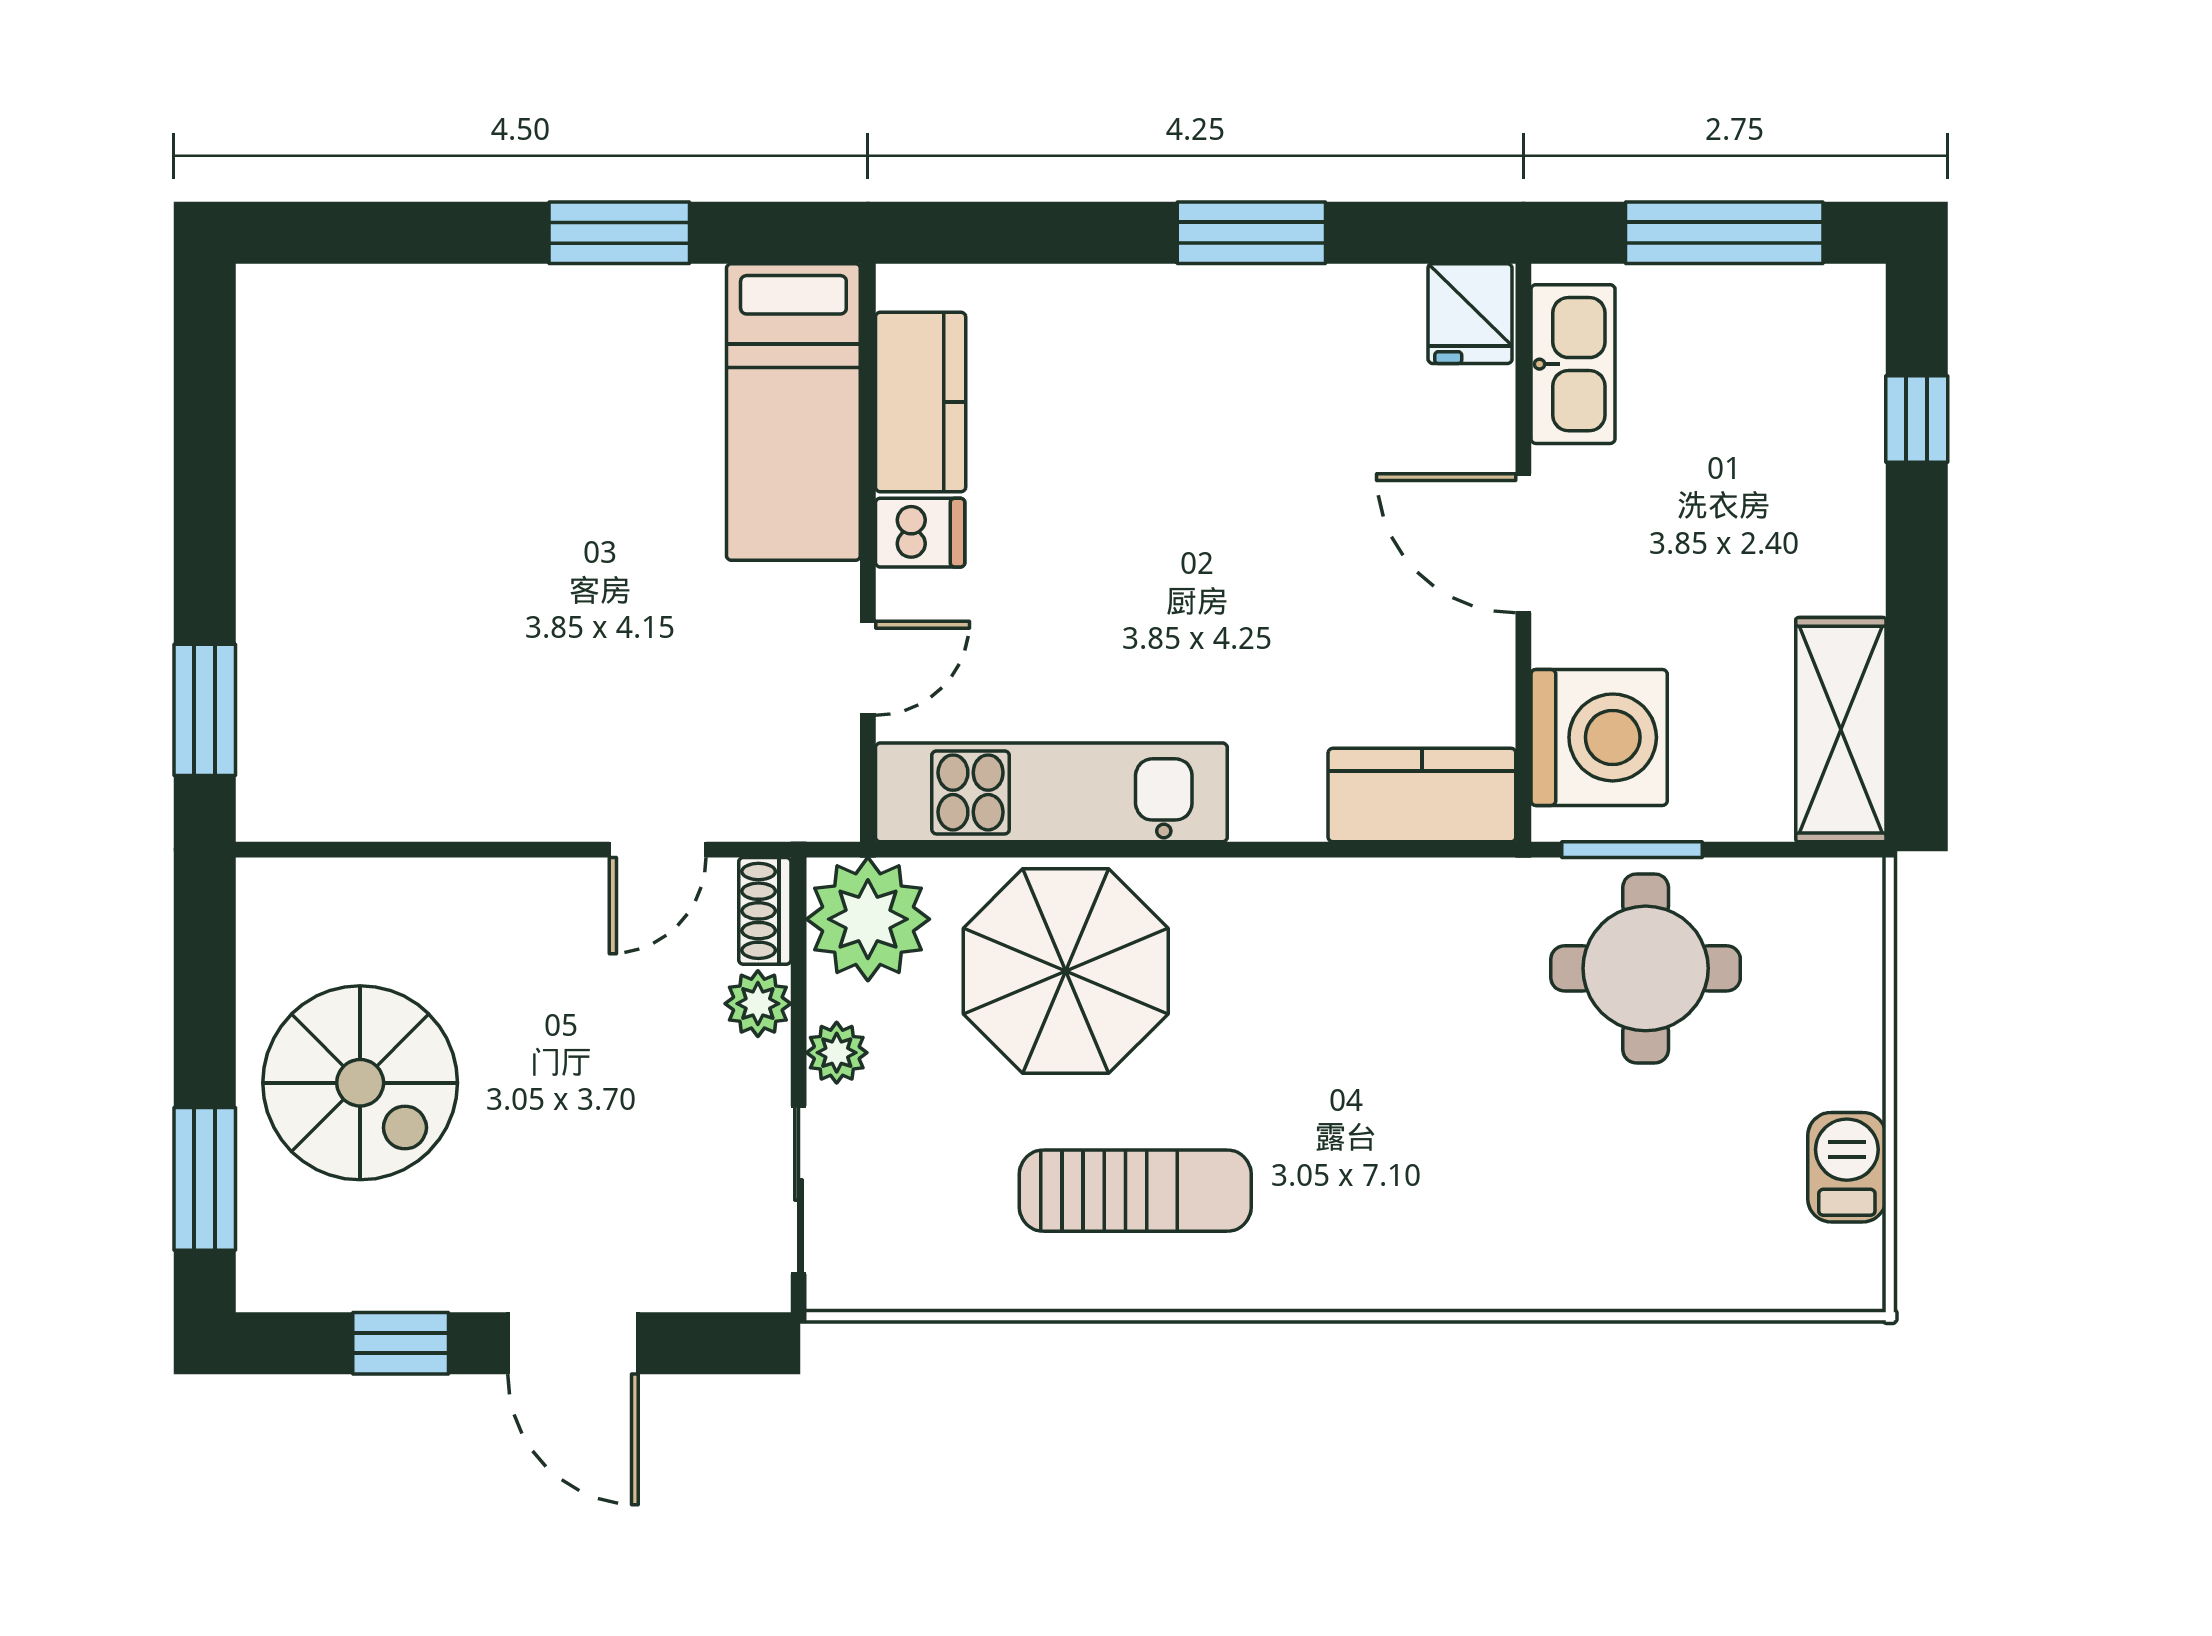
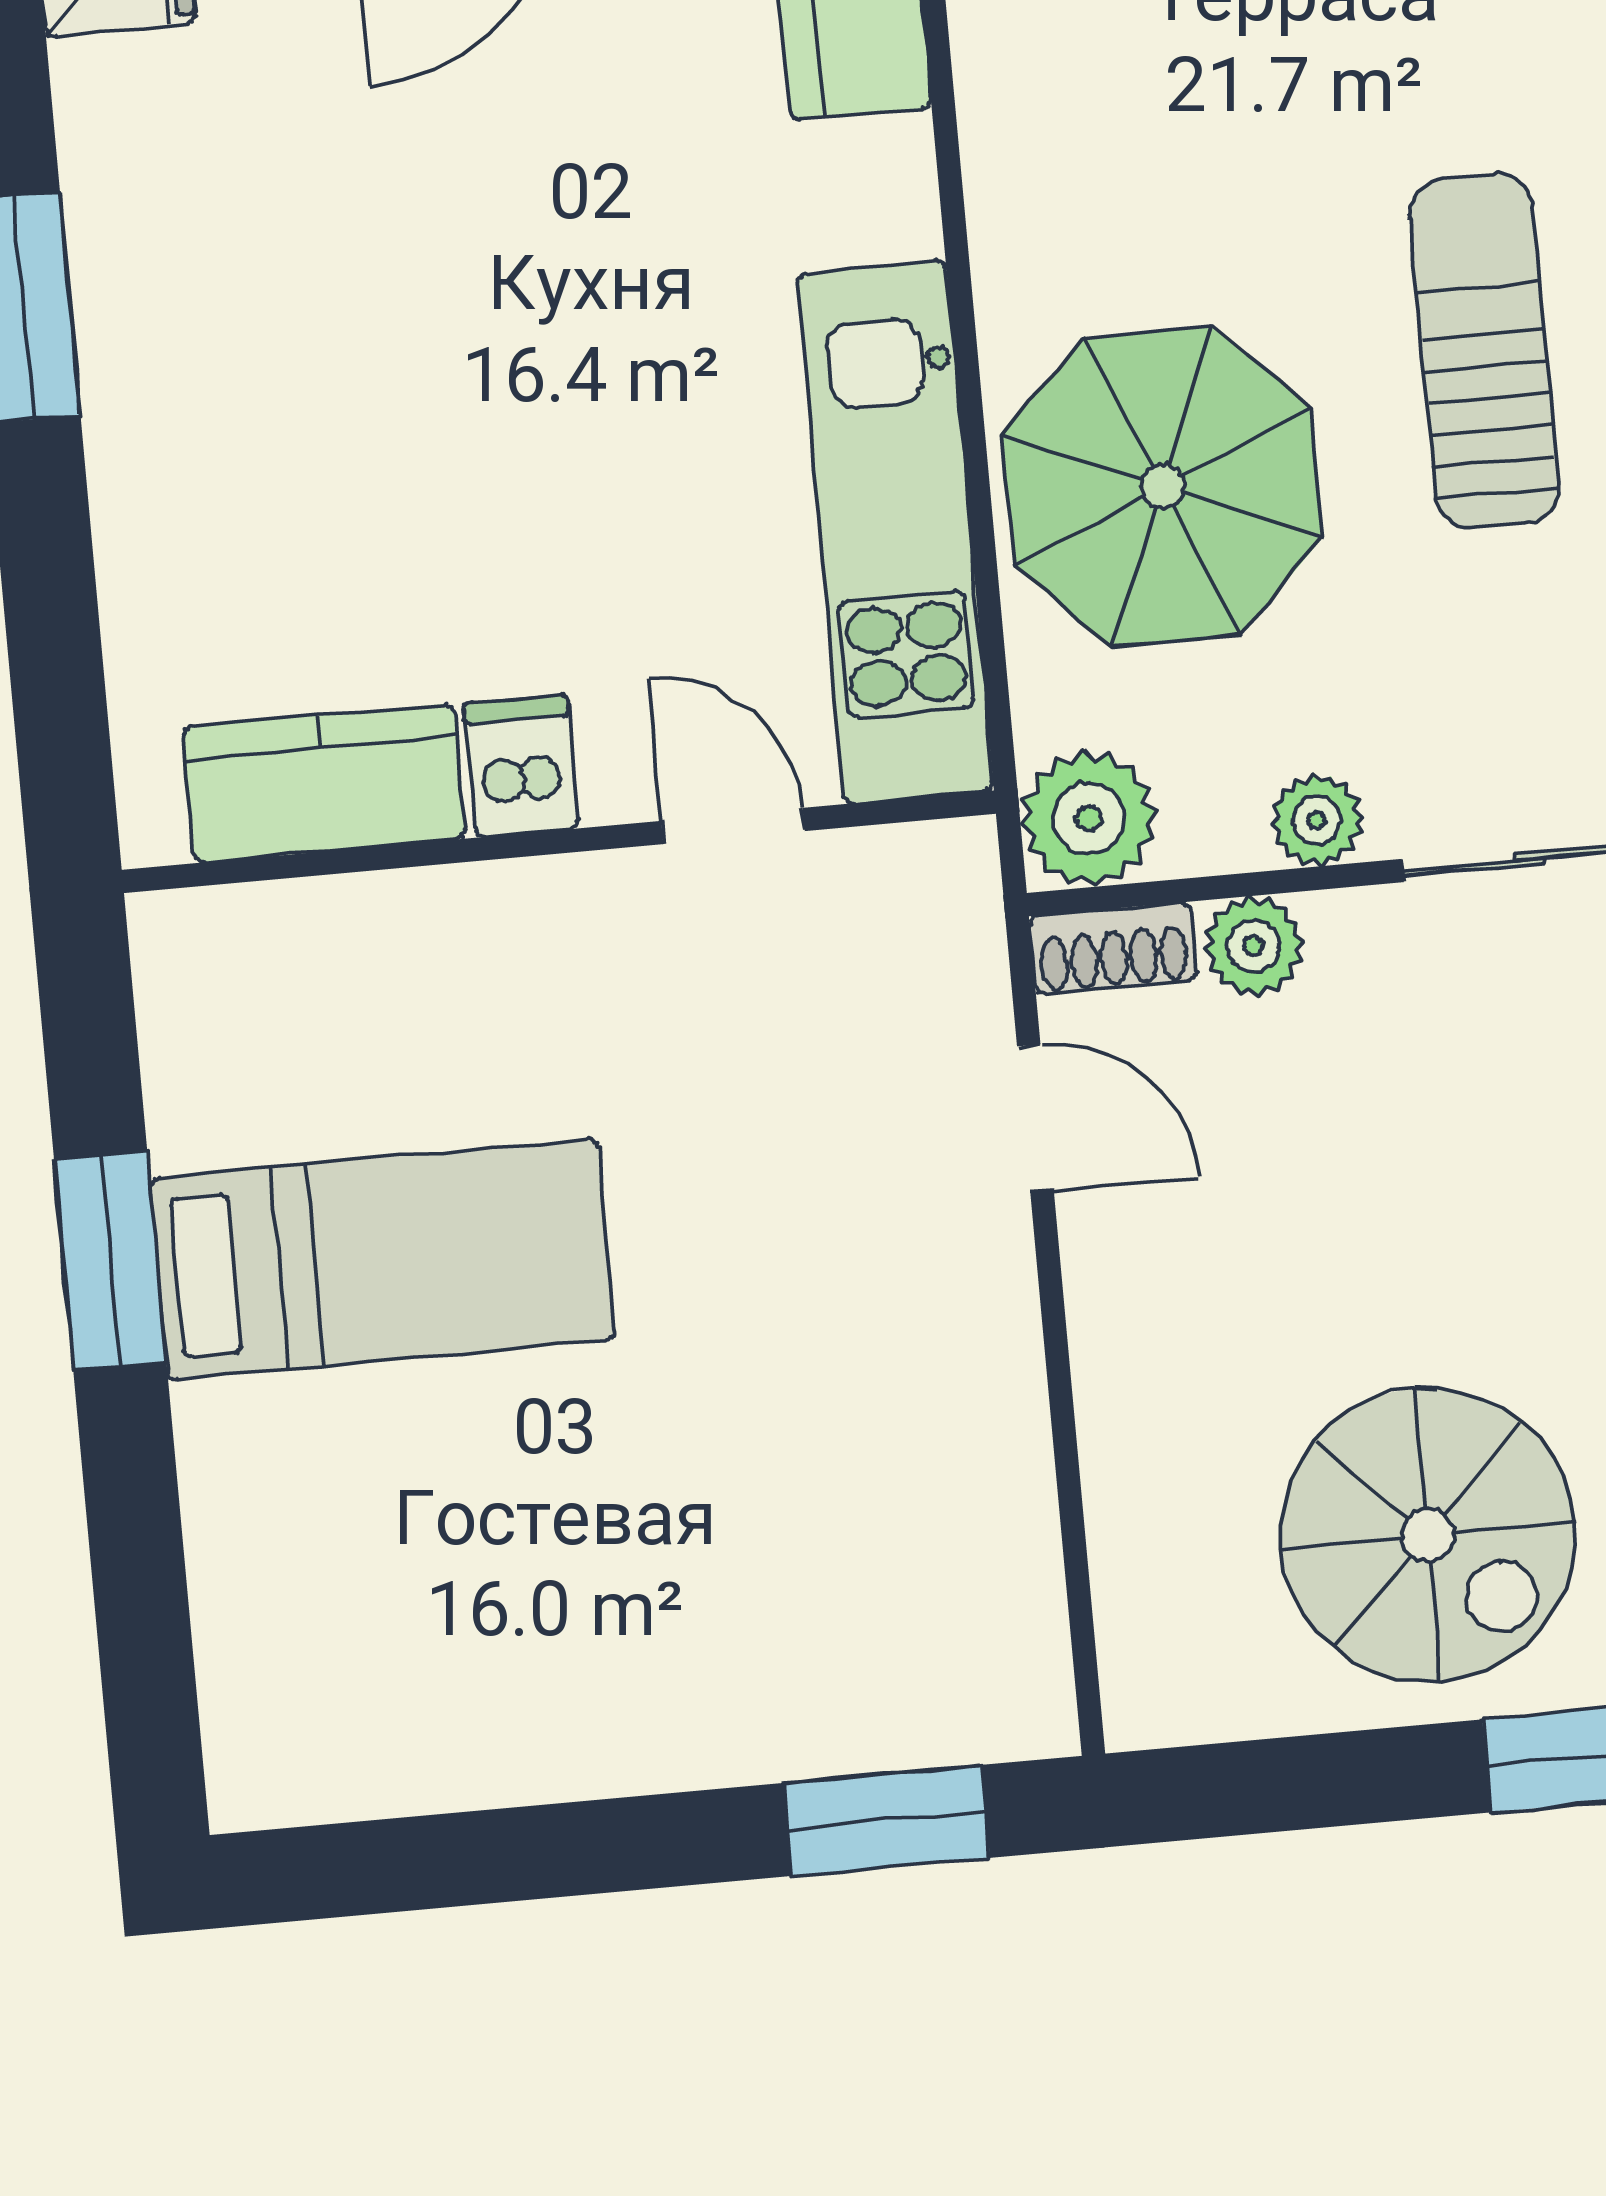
bed: (793, 412) -> (383, 1259), moved
plant: (868, 919) -> (1089, 819), width x0.73, depth x0.73
spiral stairs: (360, 1083) -> (1428, 1535), turned 90

